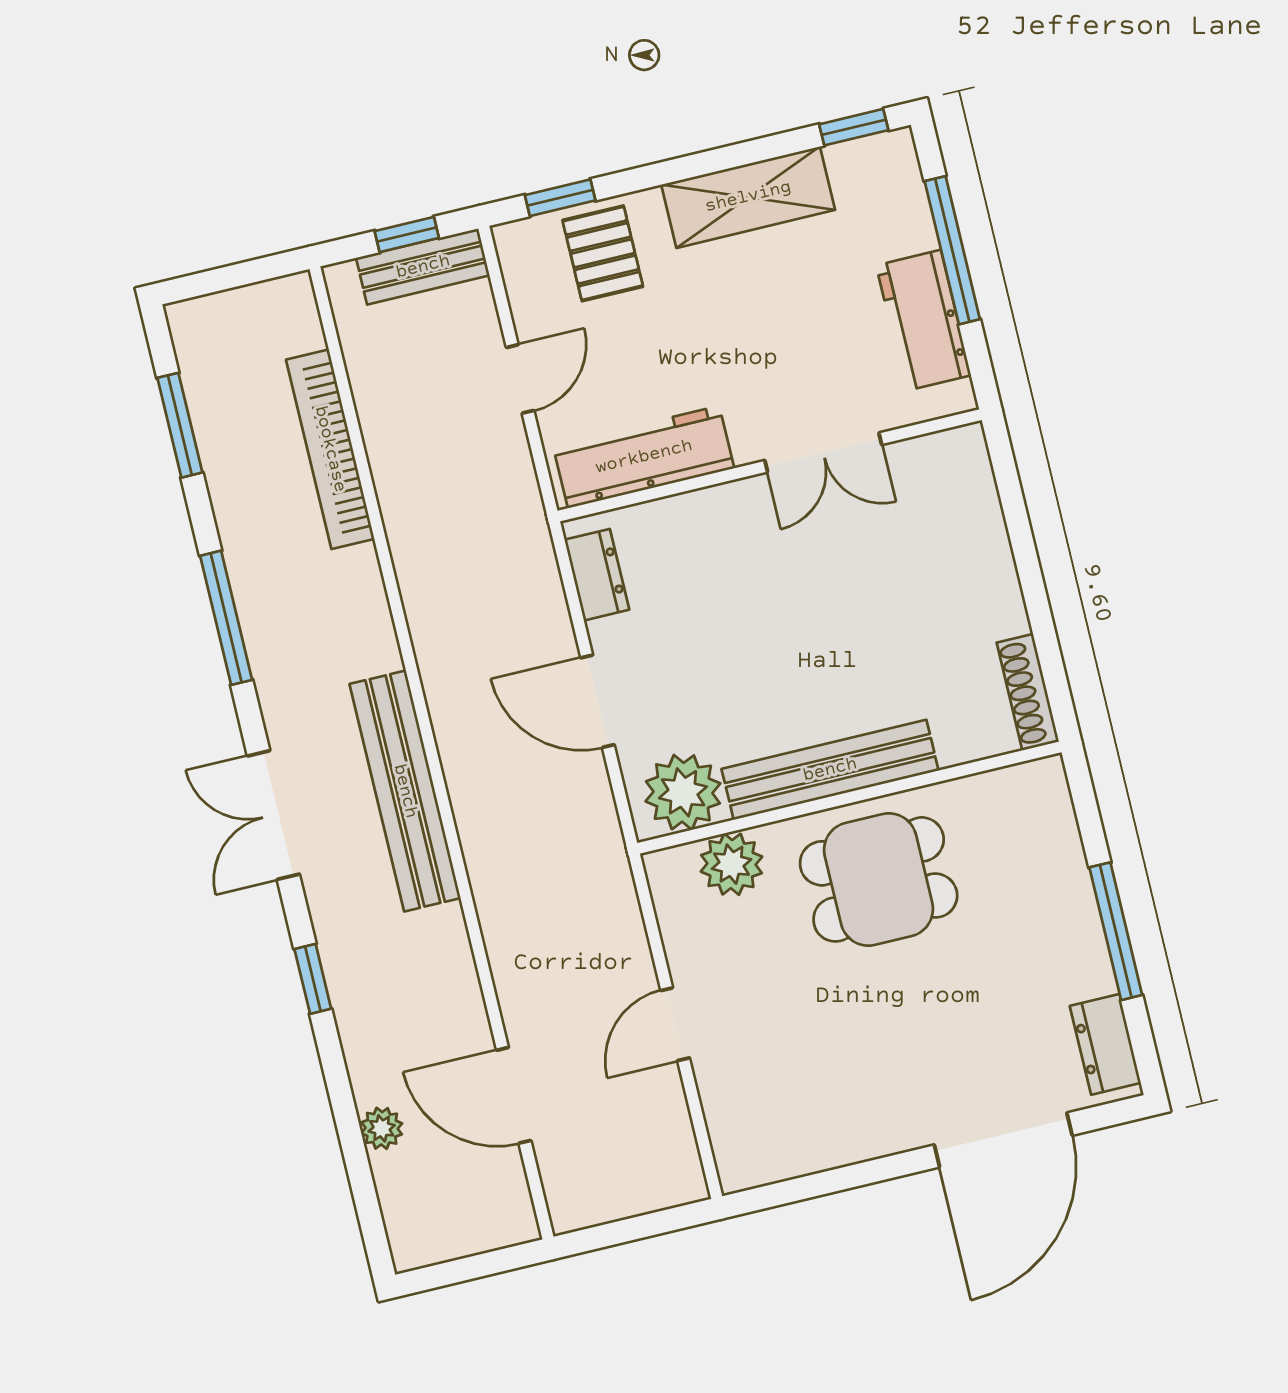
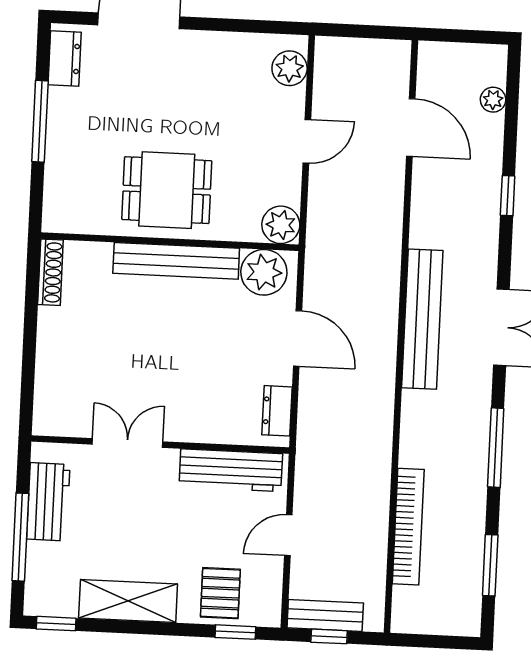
plant: (732, 864) -> (281, 225), moved
window: (313, 979) -> (508, 196), moved
plant: (382, 1128) -> (493, 100), moved
plant: (737, 1134) -> (290, 68), added

